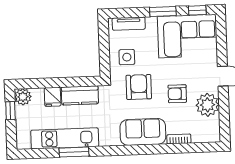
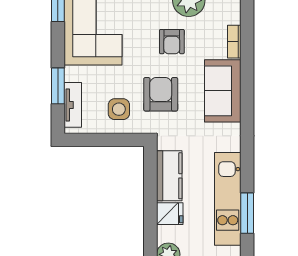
window: (163, 12) -> (58, 86), moved
armchair: (139, 87) -> (161, 94), turned 90
window: (74, 152) -> (247, 213), moved

